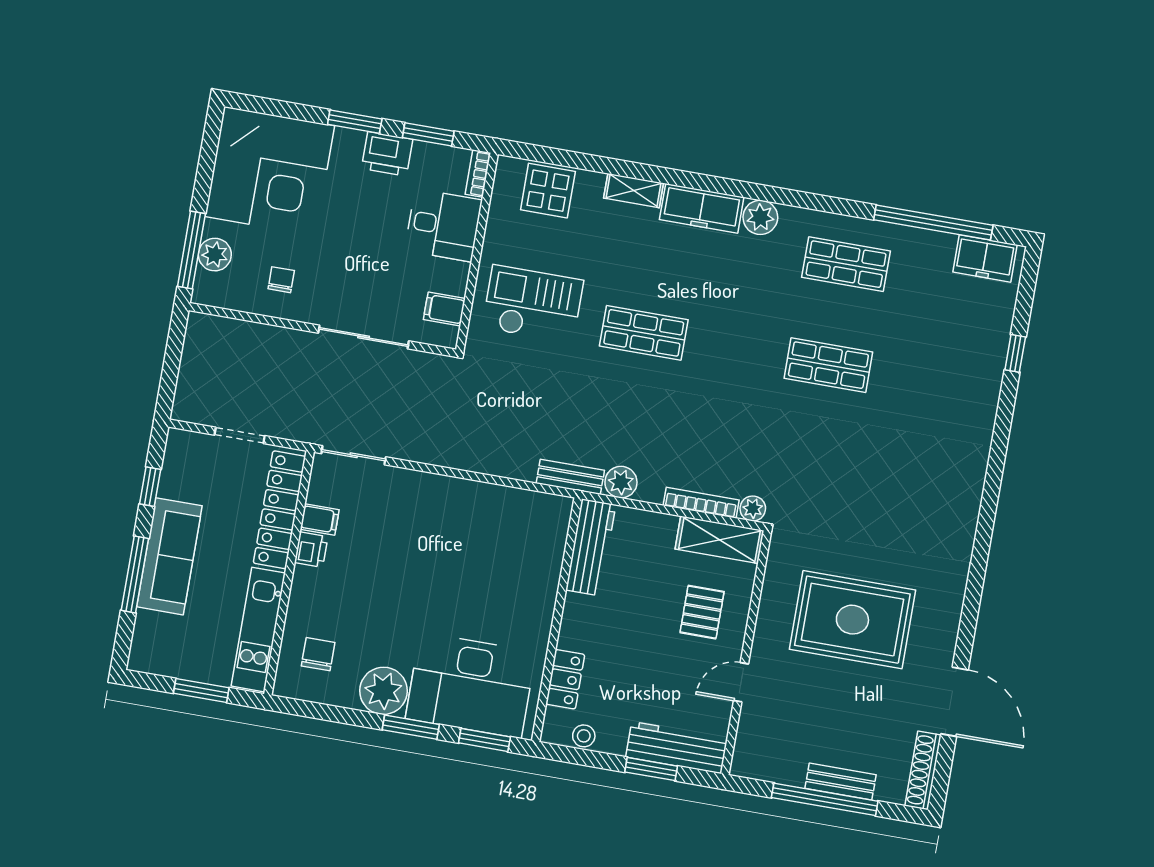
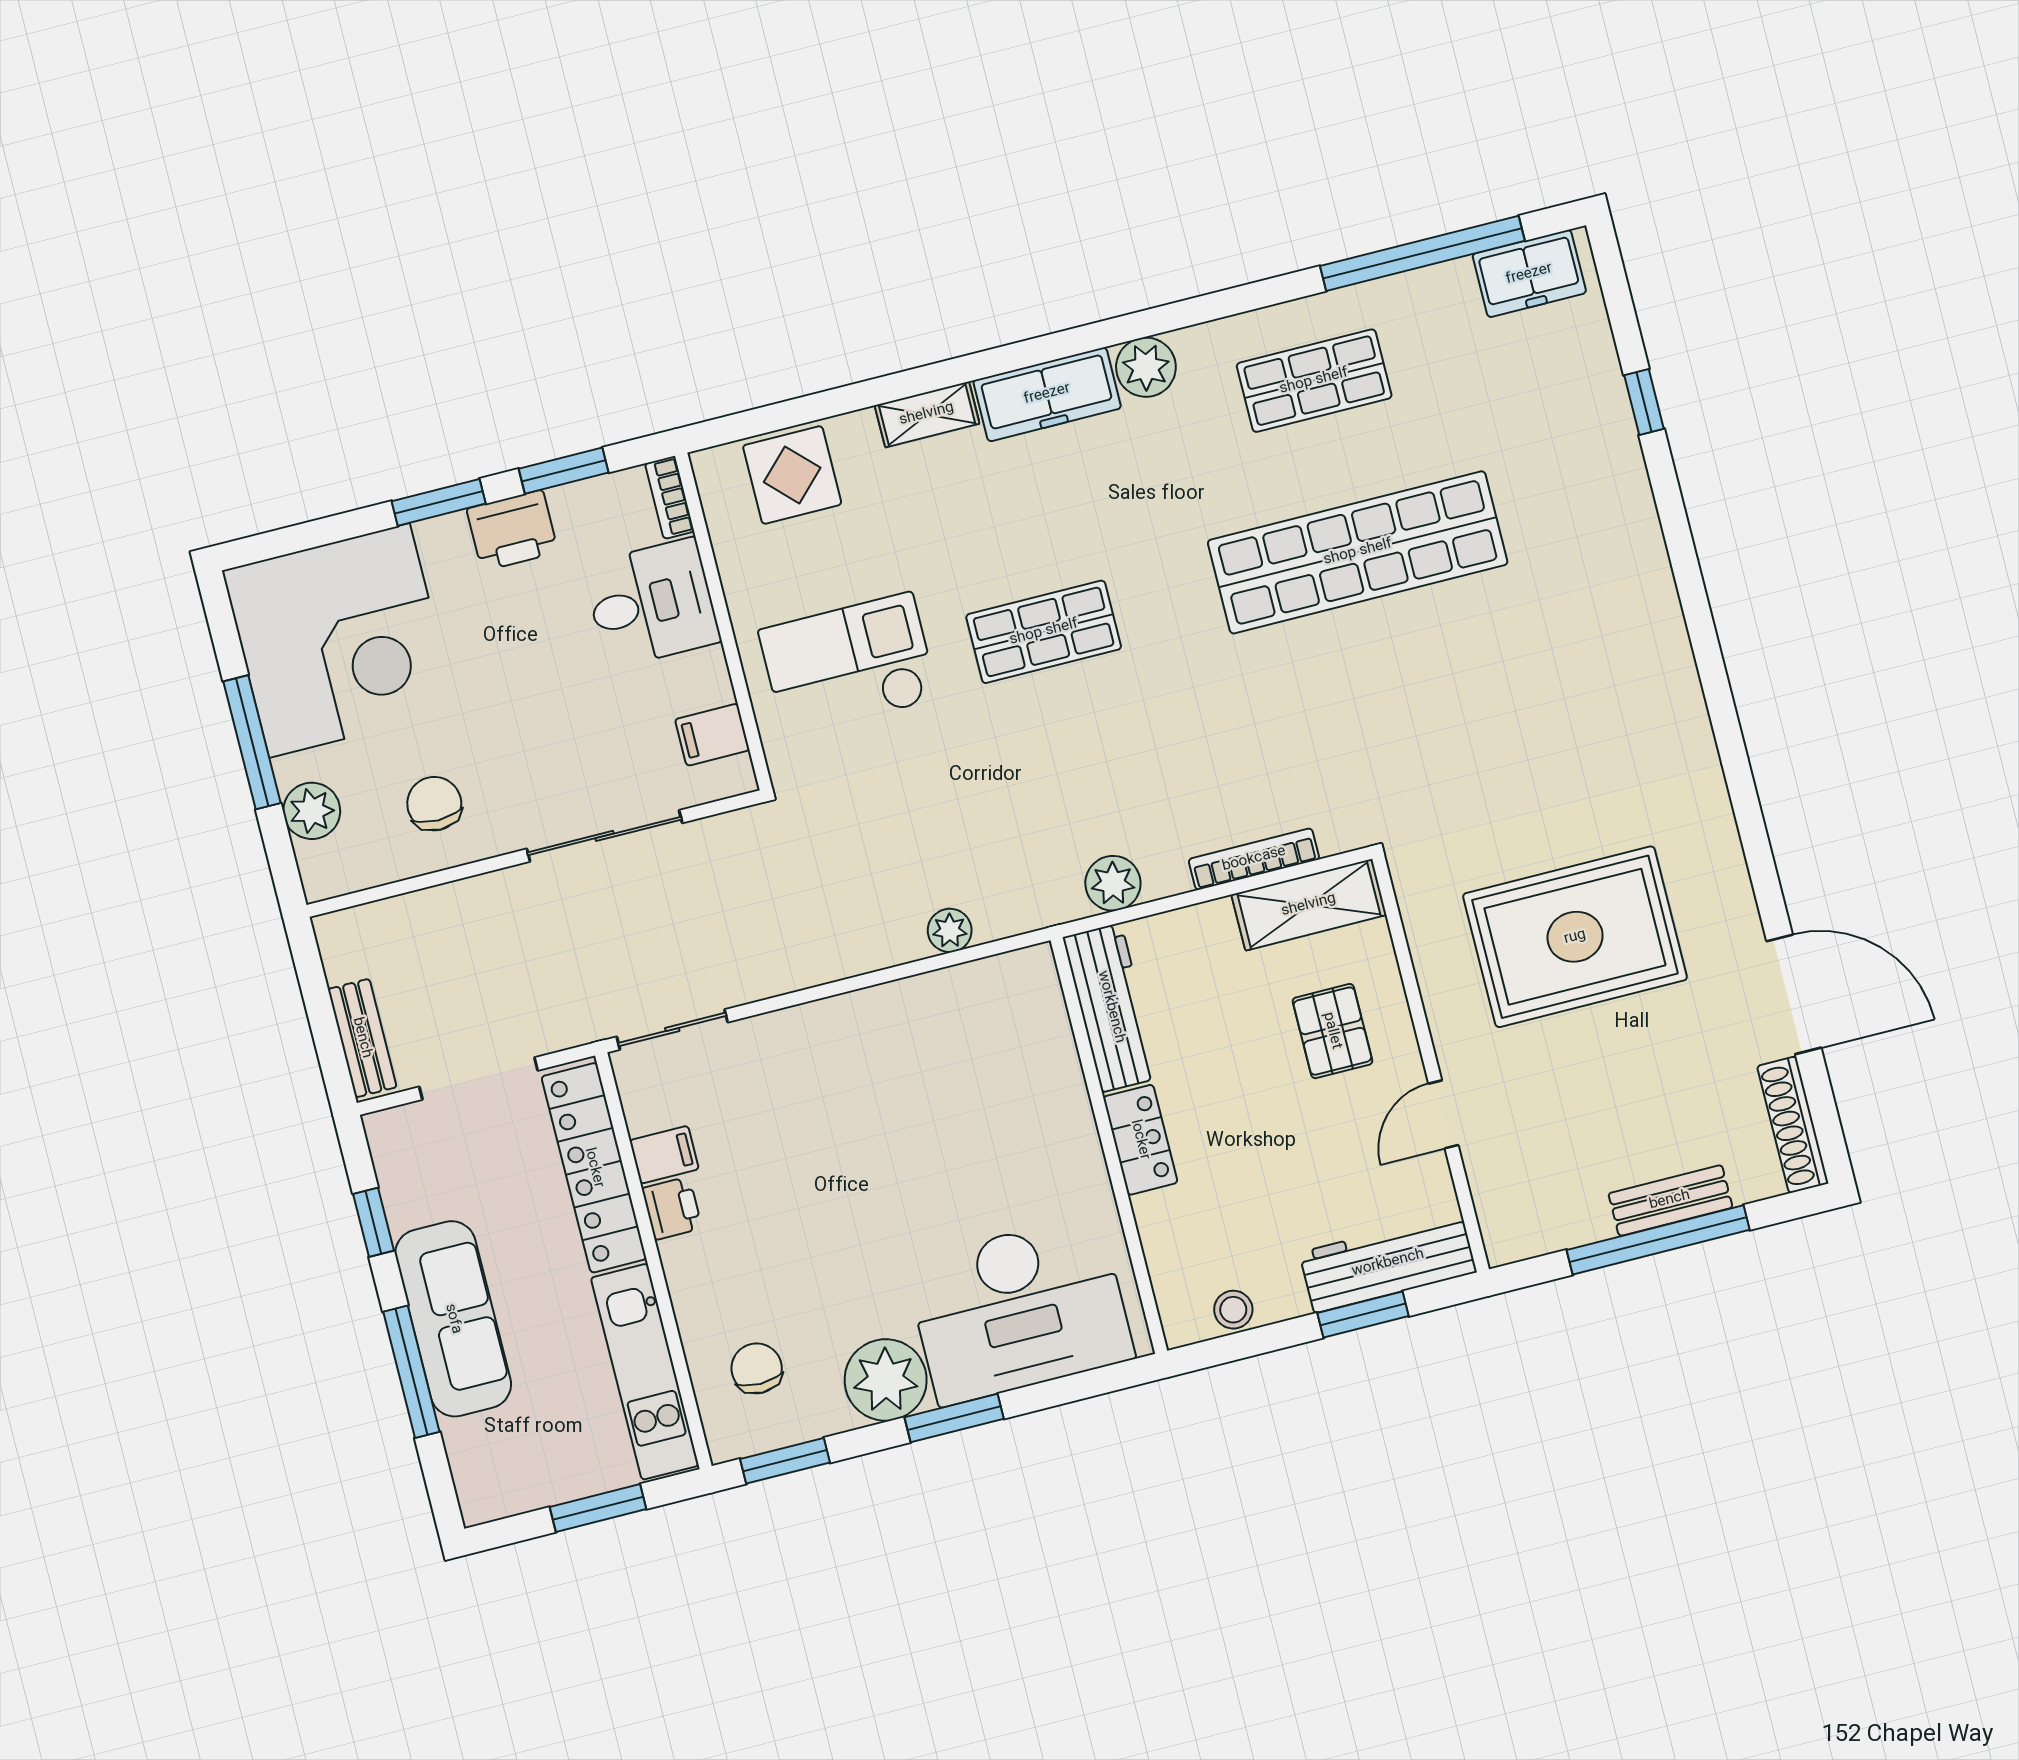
window: (191, 250) -> (252, 742), moved
chair: (281, 280) -> (434, 804), width x1.37, depth x1.37
shop shelf: (828, 365) -> (1358, 552), width x2.00, depth x1.36
doorway: (240, 435) -> (478, 1079), width x1.38
bench: (570, 477) -> (362, 1038), moved, turned 90
plant: (753, 509) -> (950, 930), moved
locker: (565, 679) -> (1140, 1140), moved
window: (484, 740) -> (785, 1461), moved

